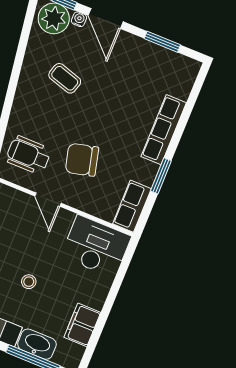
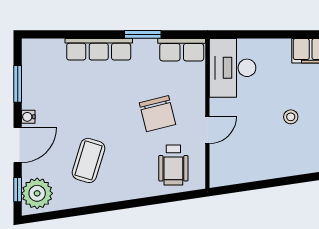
water cooler: (79, 19) -> (28, 117), moved
coffee table: (65, 78) -> (89, 160), width x1.36, depth x1.30

